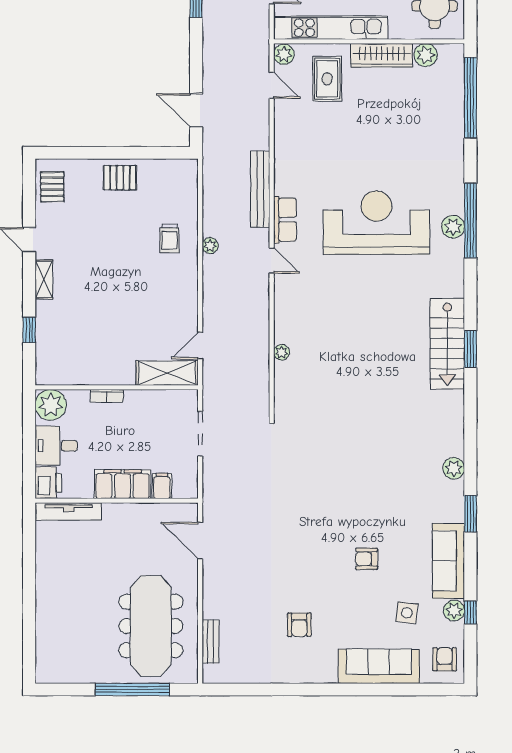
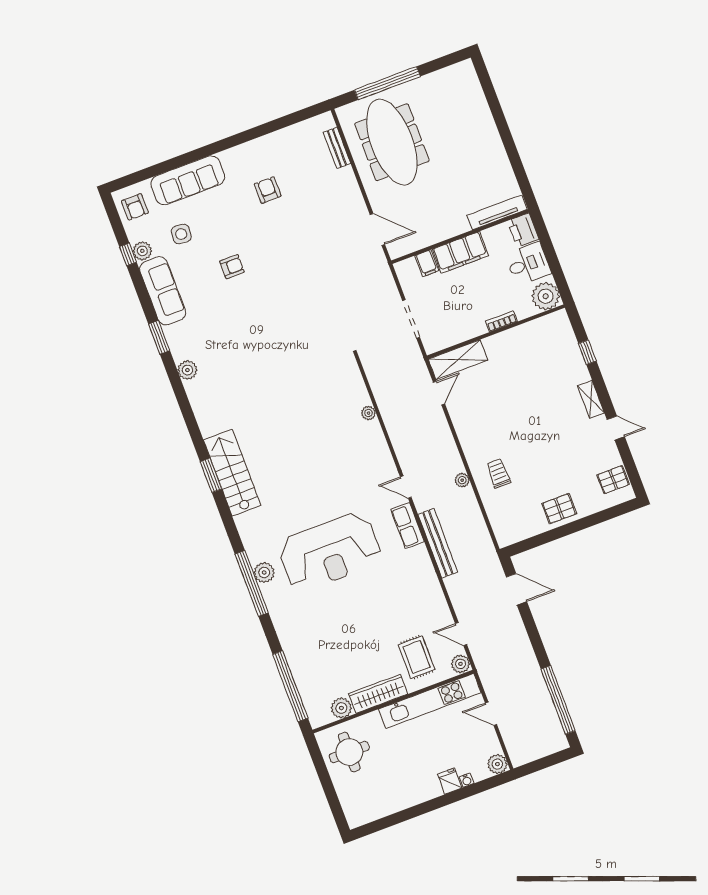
pallet: (52, 187) -> (613, 480), turned 90

